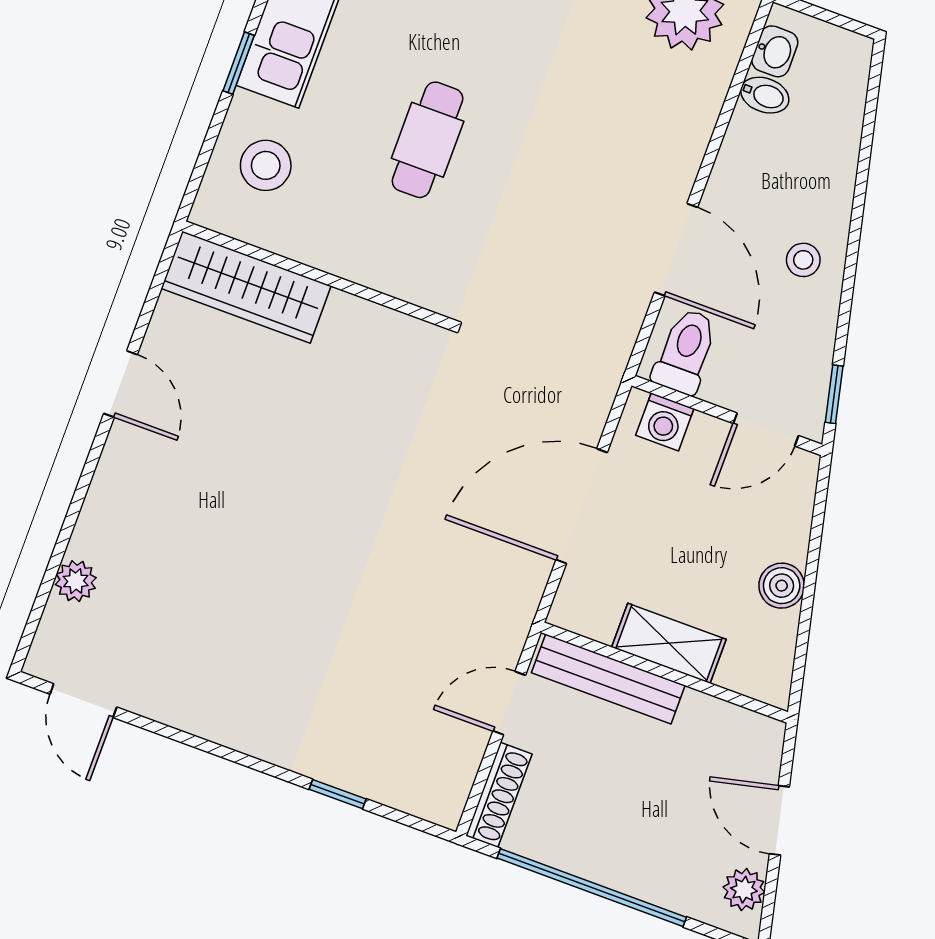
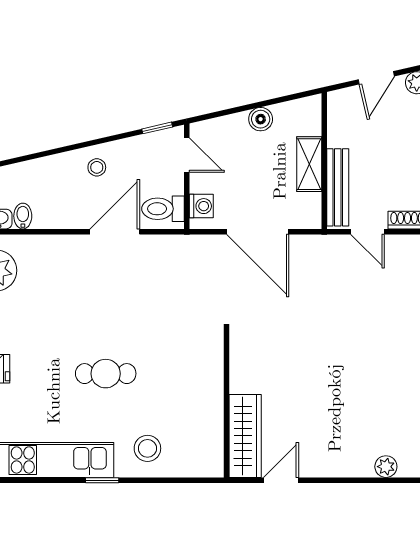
wall: (317, 275) -> (226, 403), moved
wardrobe: (246, 287) -> (245, 436), moved

